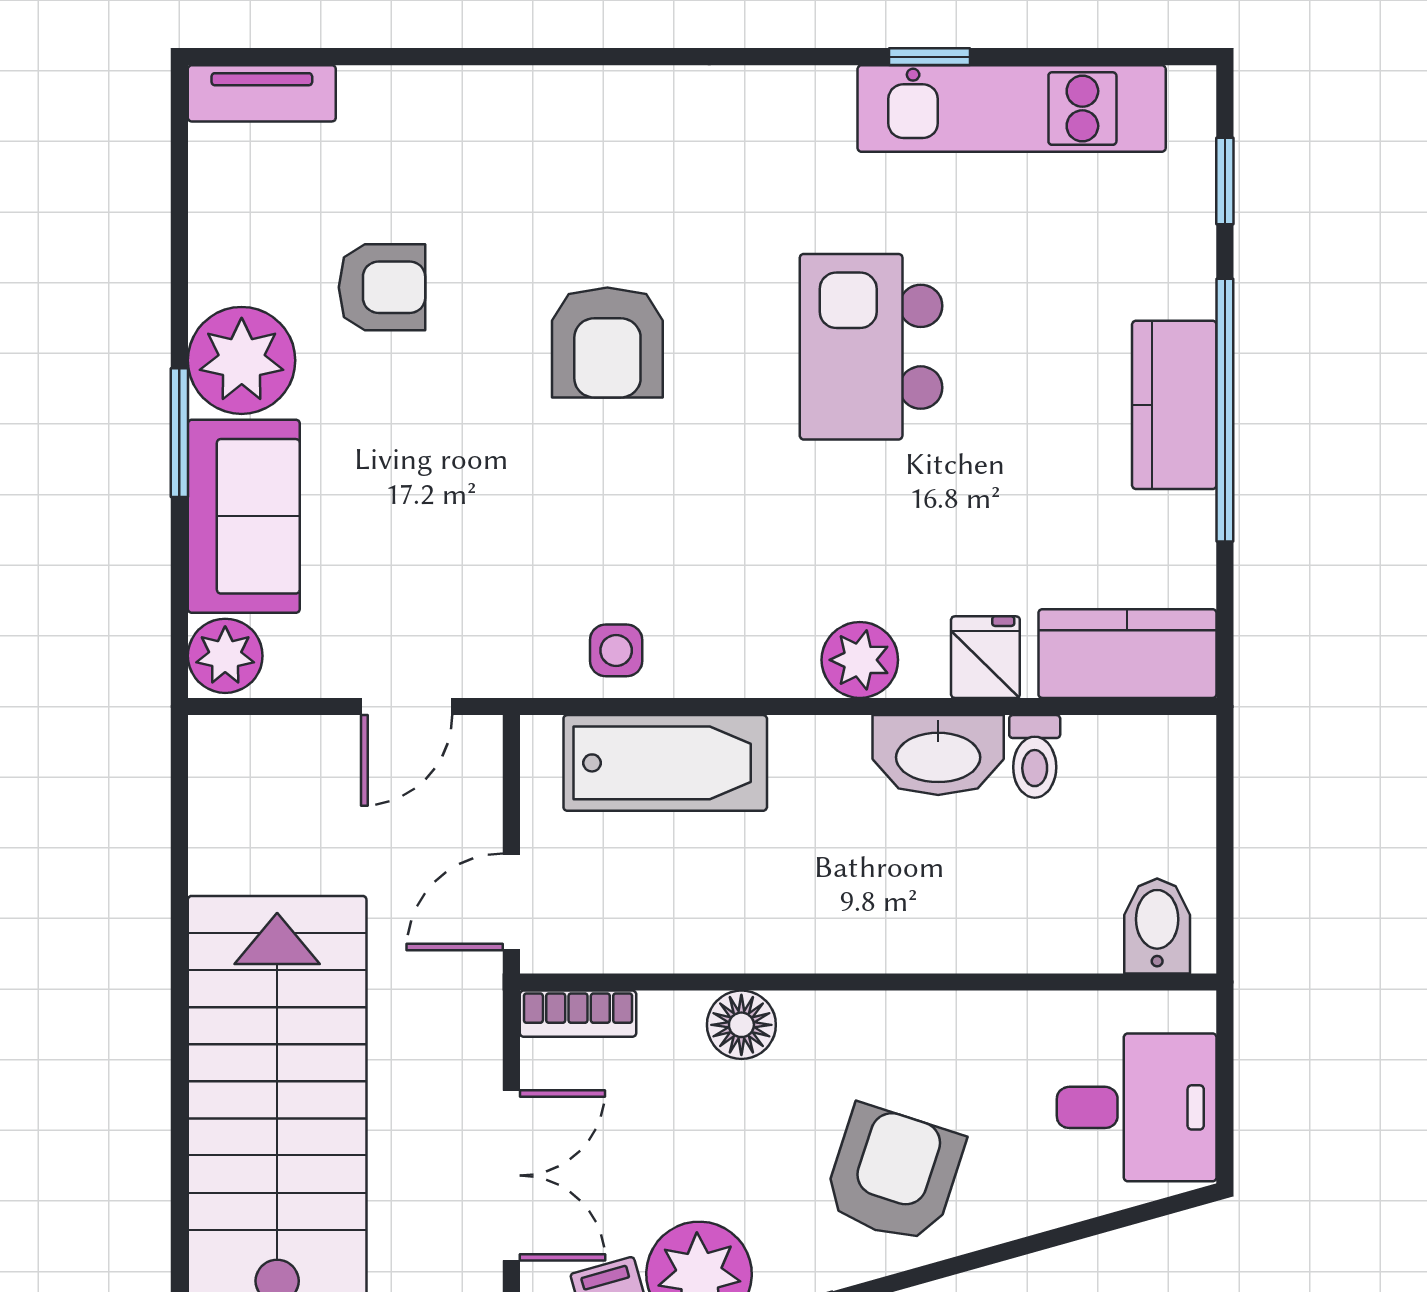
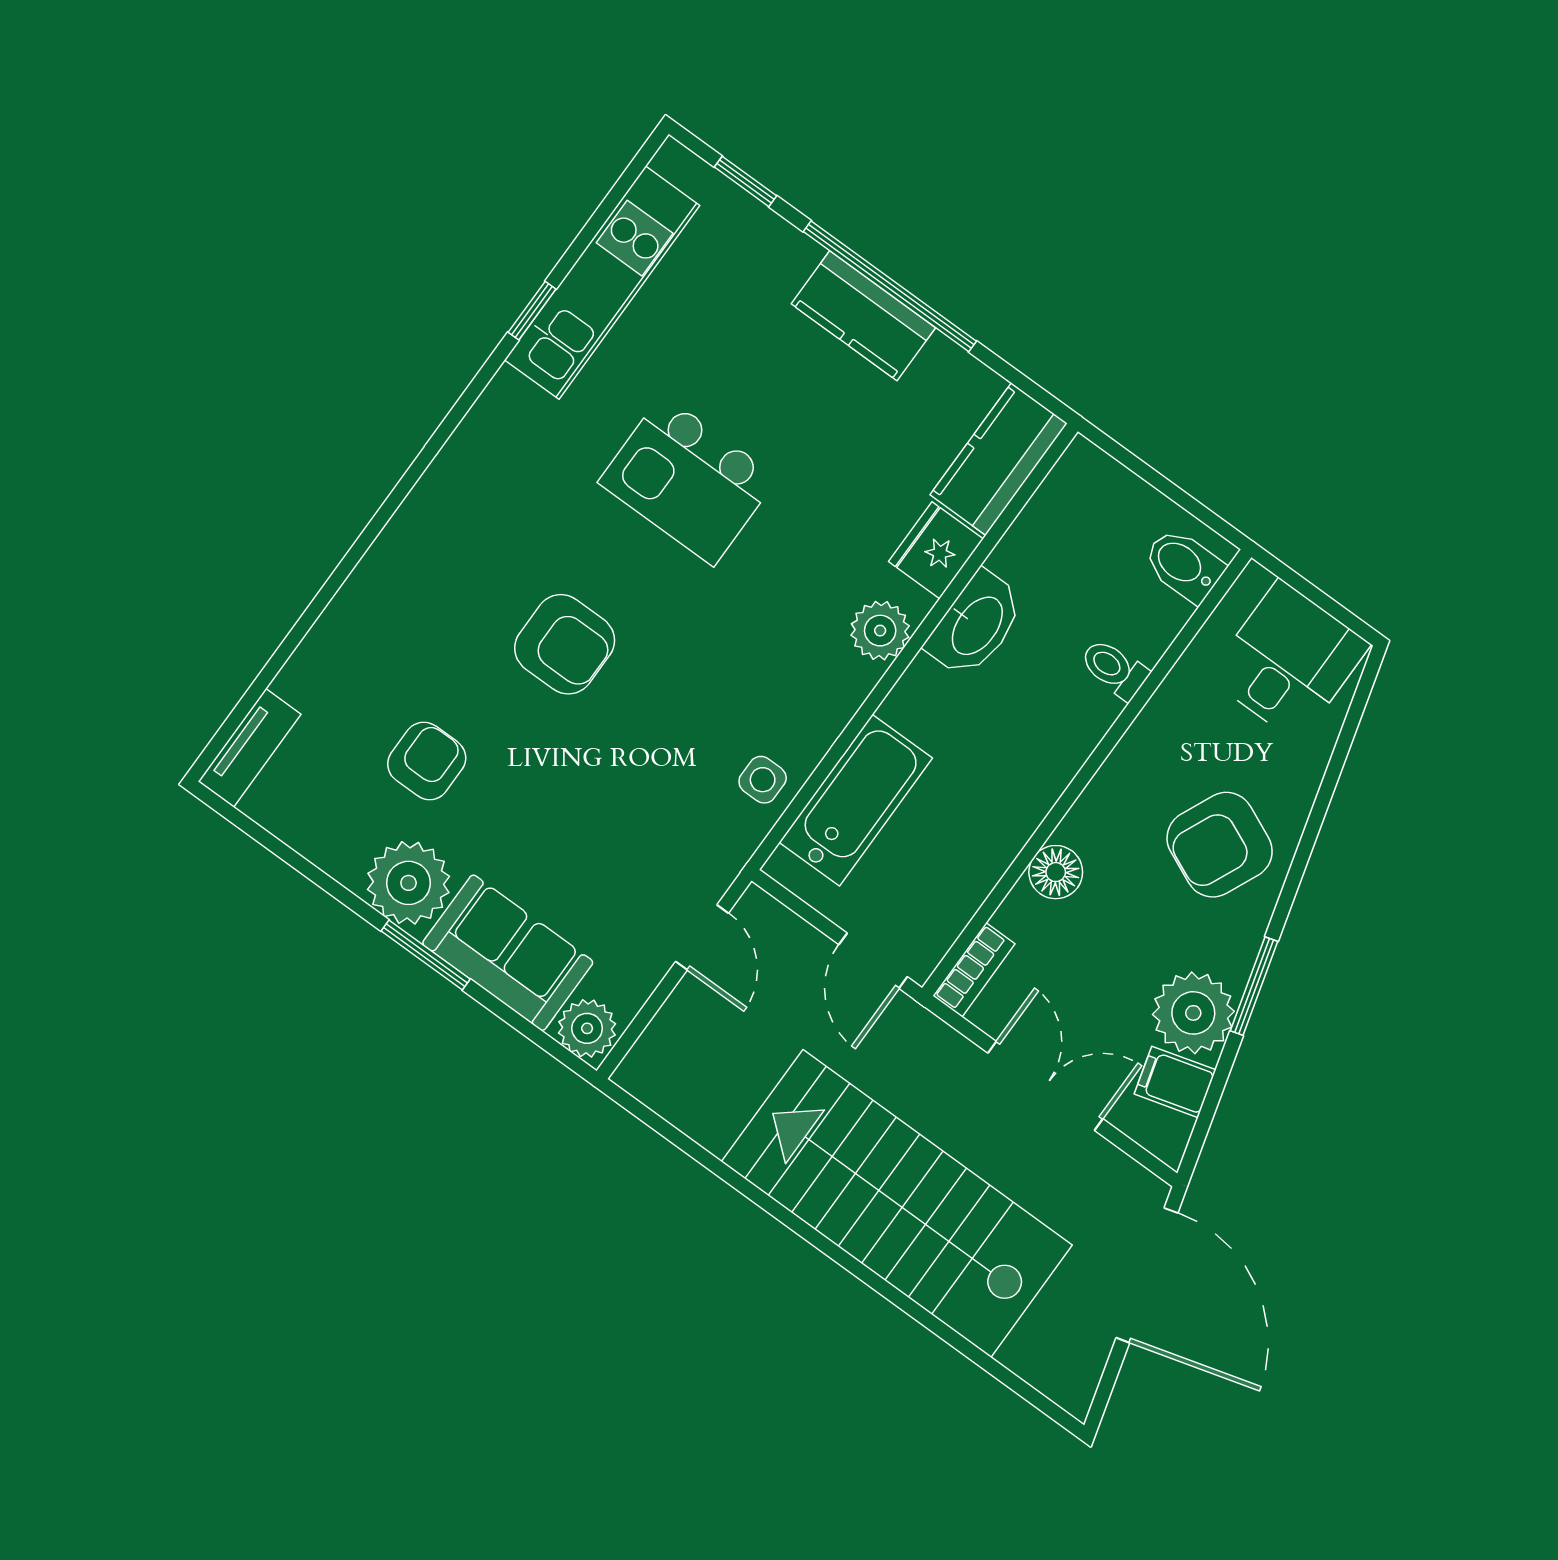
fridge: (985, 657) -> (936, 550), width x1.38
toilet: (1035, 756) -> (1114, 669), moved, turned 180
armchair: (894, 1174) -> (1220, 845), turned -84

